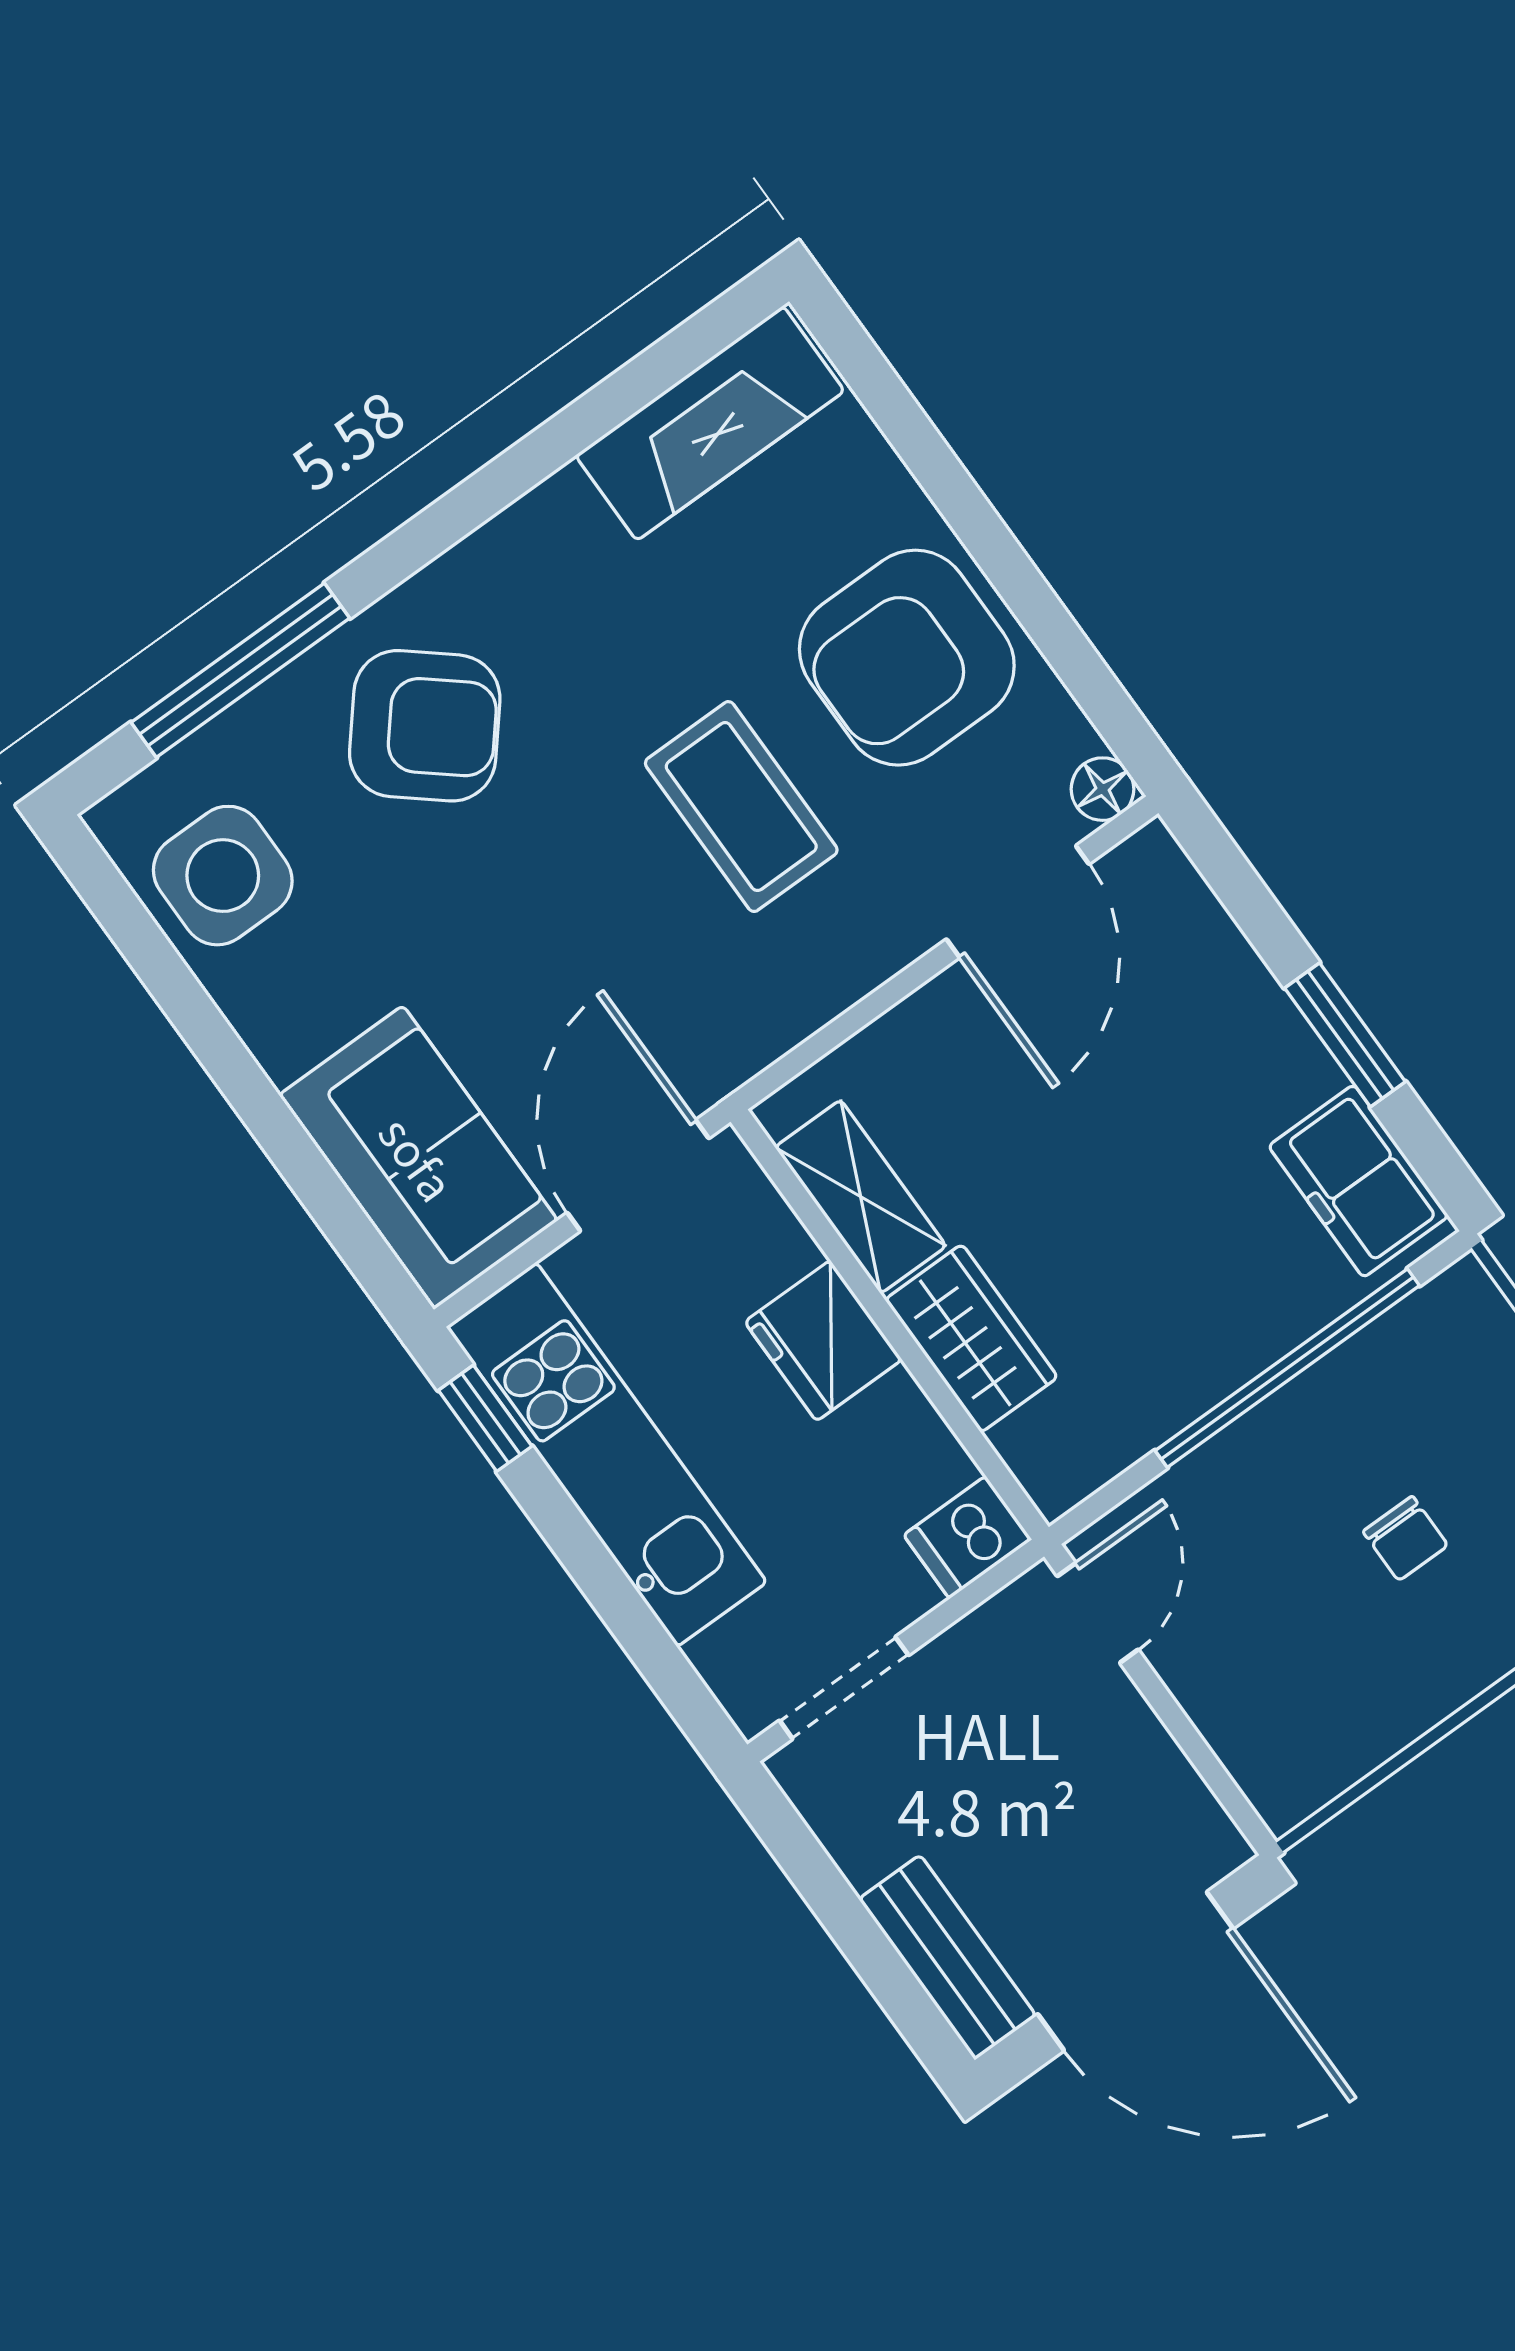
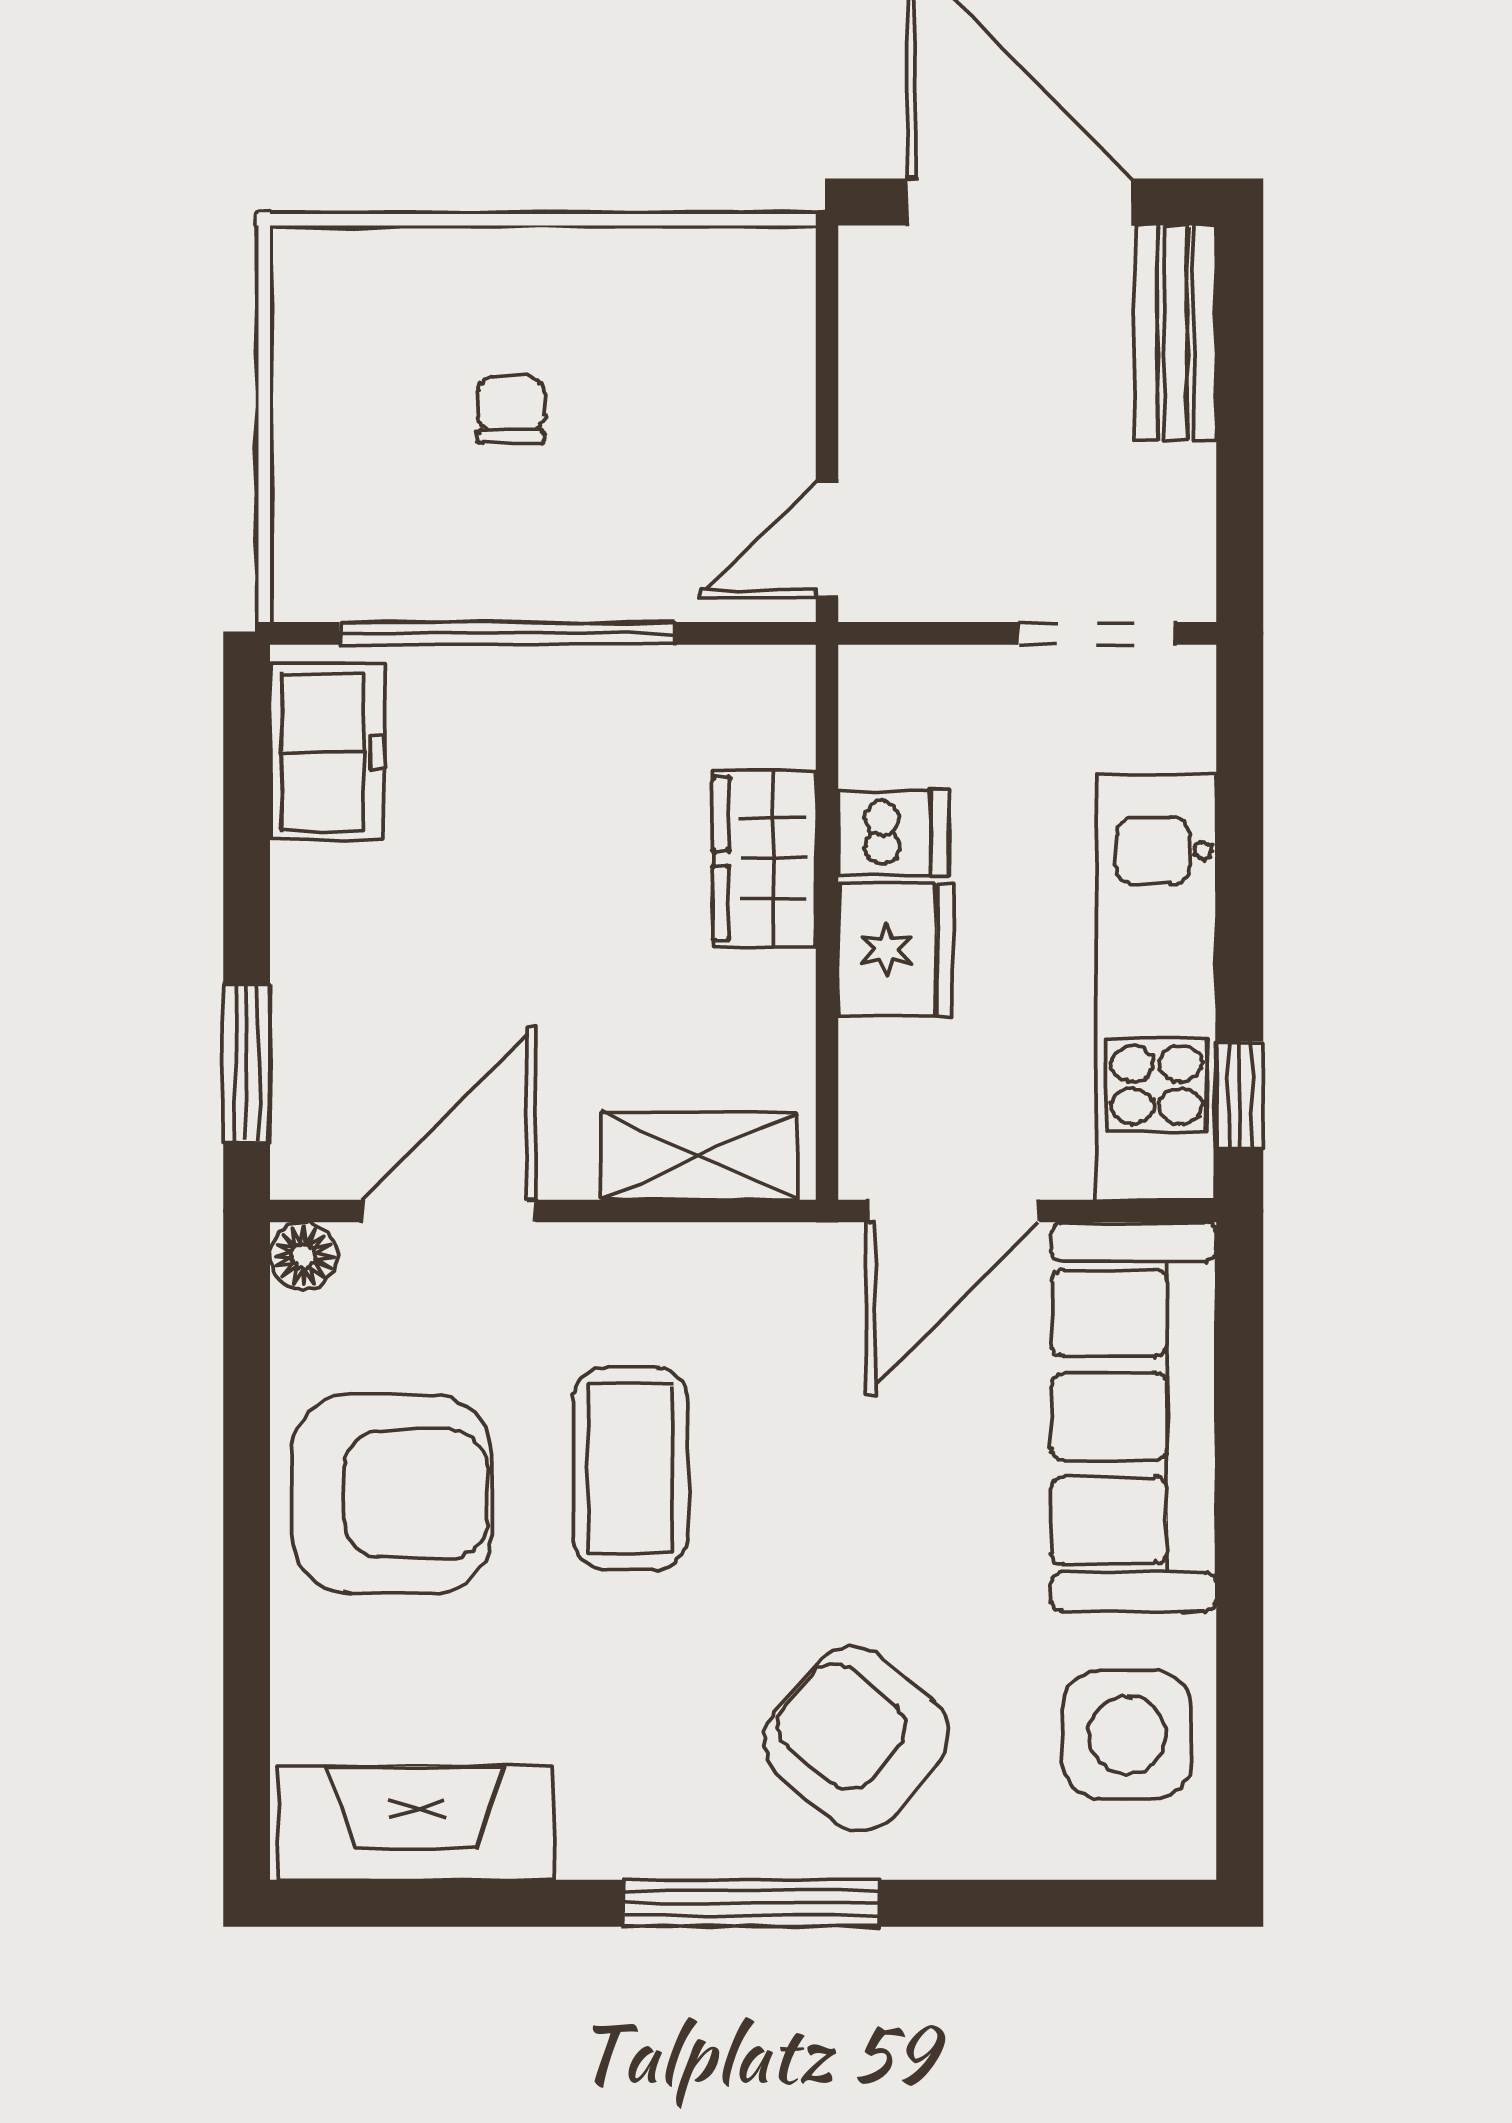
window: (240, 670) -> (751, 1903), moved
window: (1345, 1035) -> (247, 1063), moved
sofa: (418, 1158) -> (1134, 1417), width x1.36
shelving: (861, 1197) -> (699, 1156), moved, turned 90
dishwasher: (968, 1537) -> (893, 833), moved

